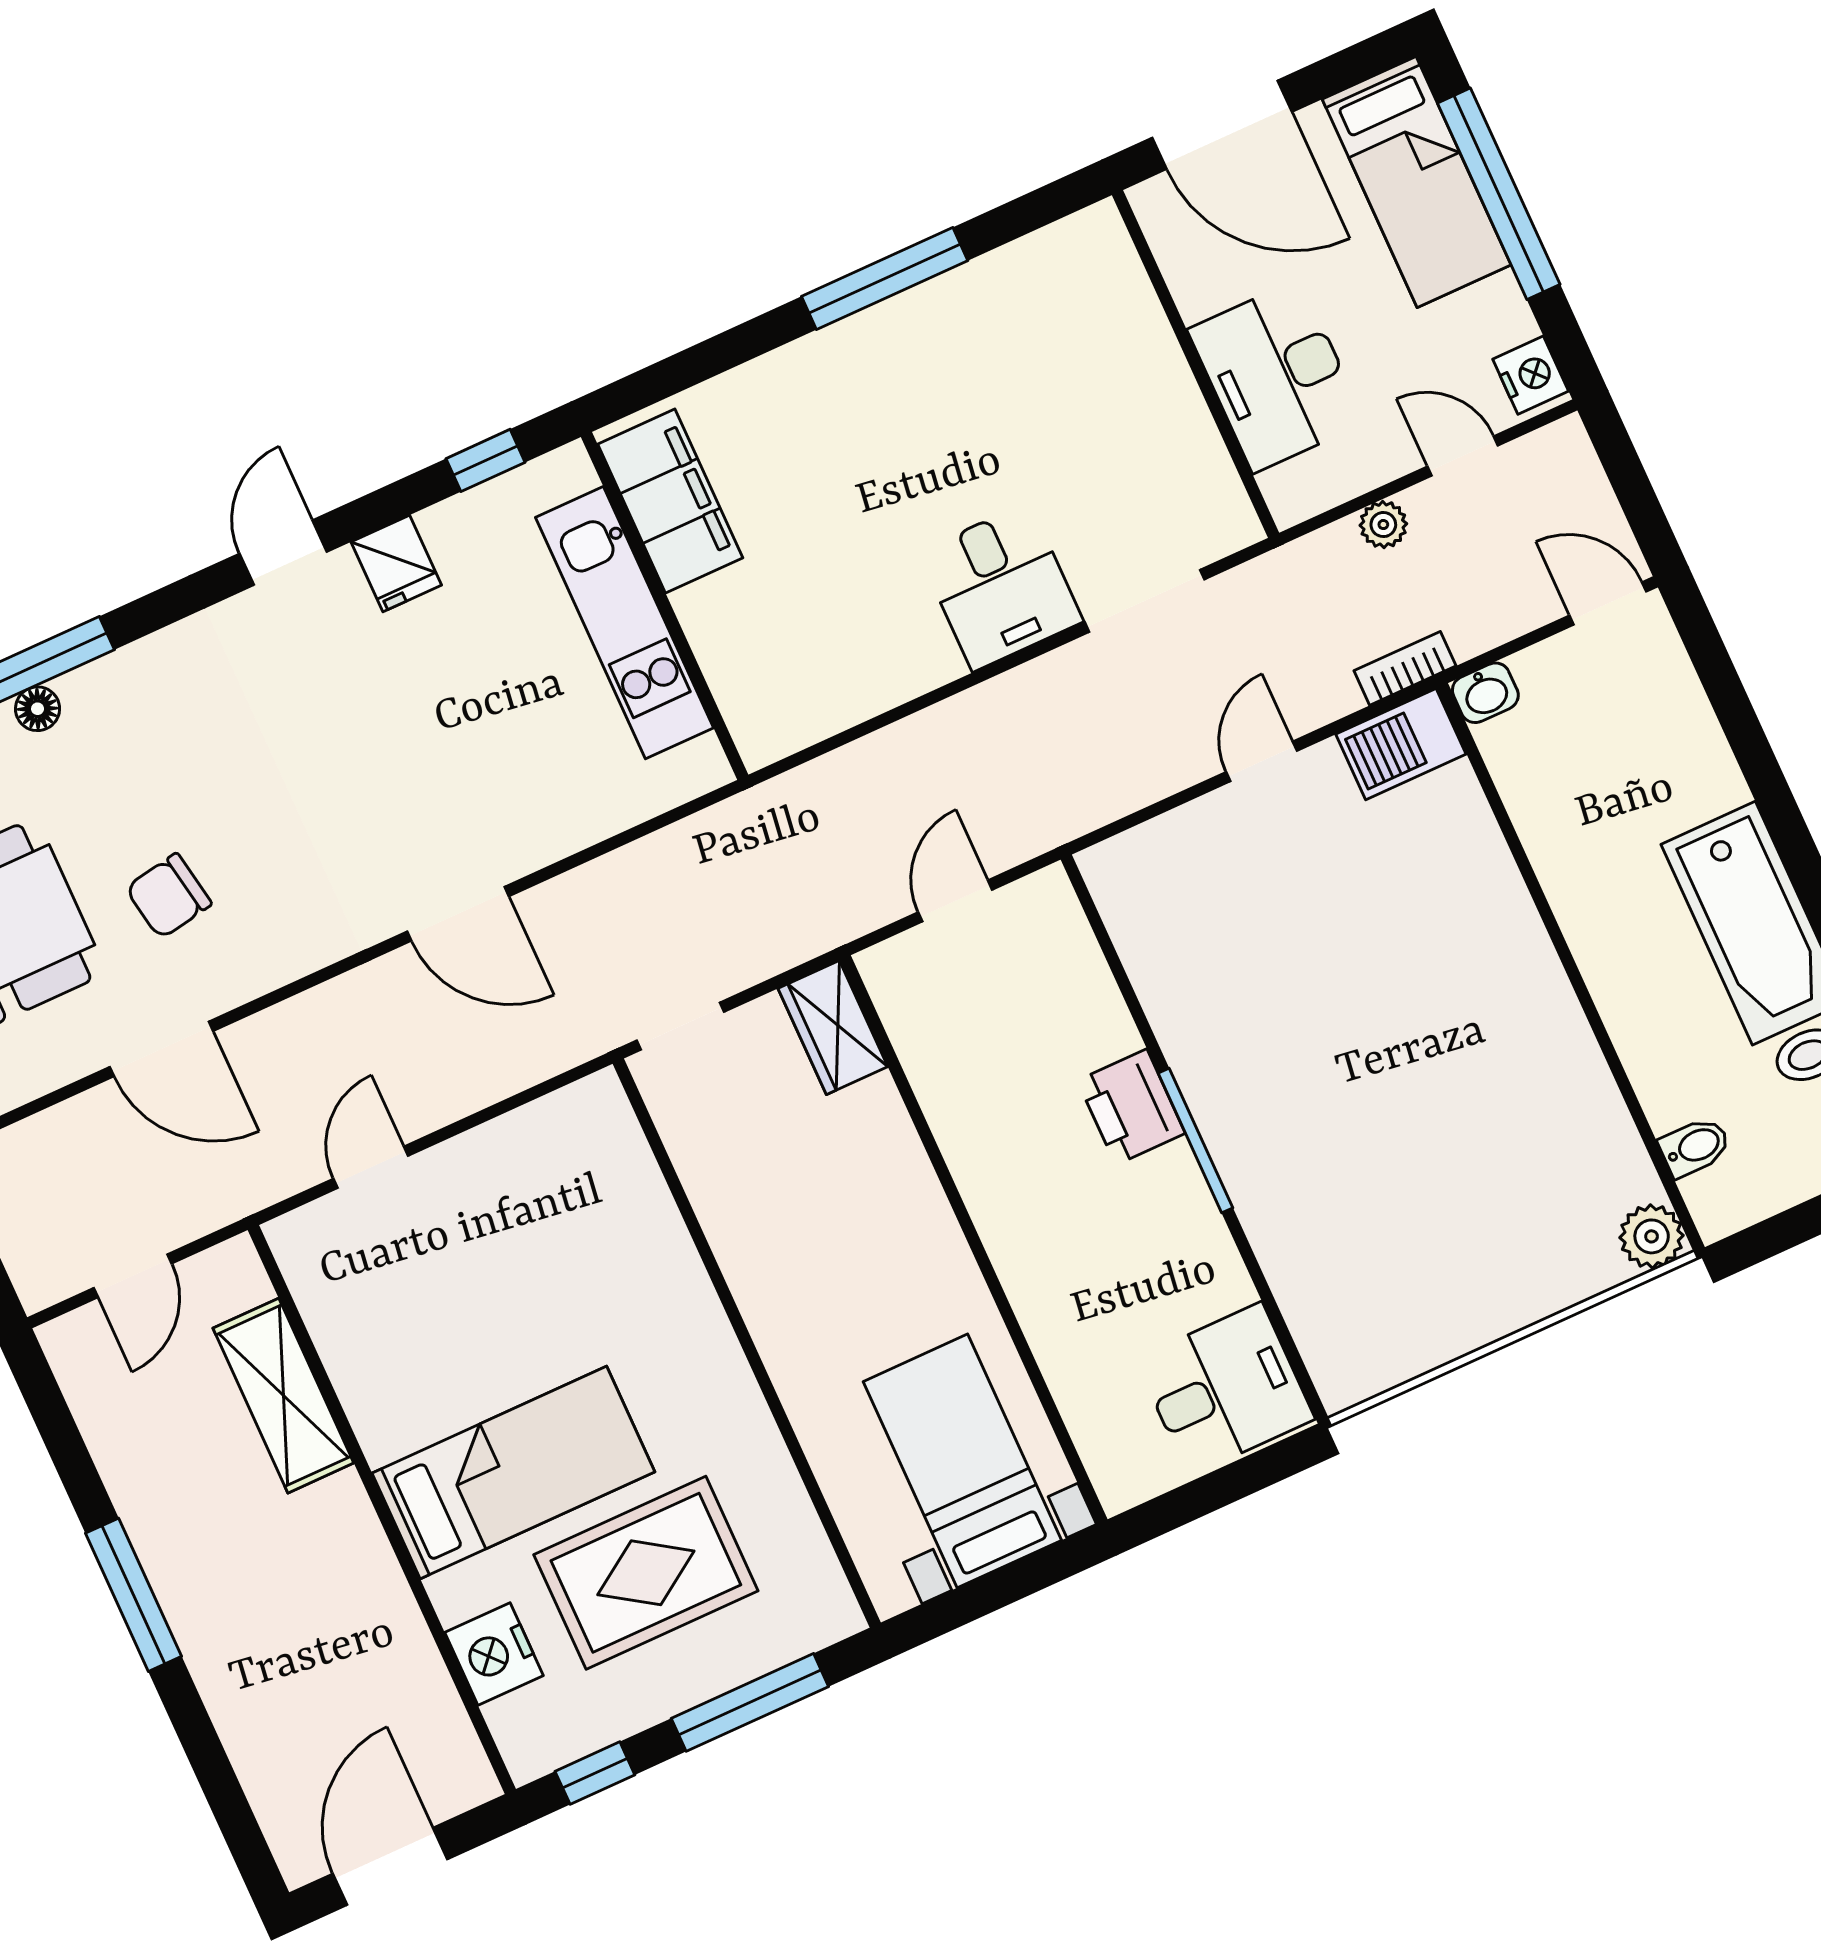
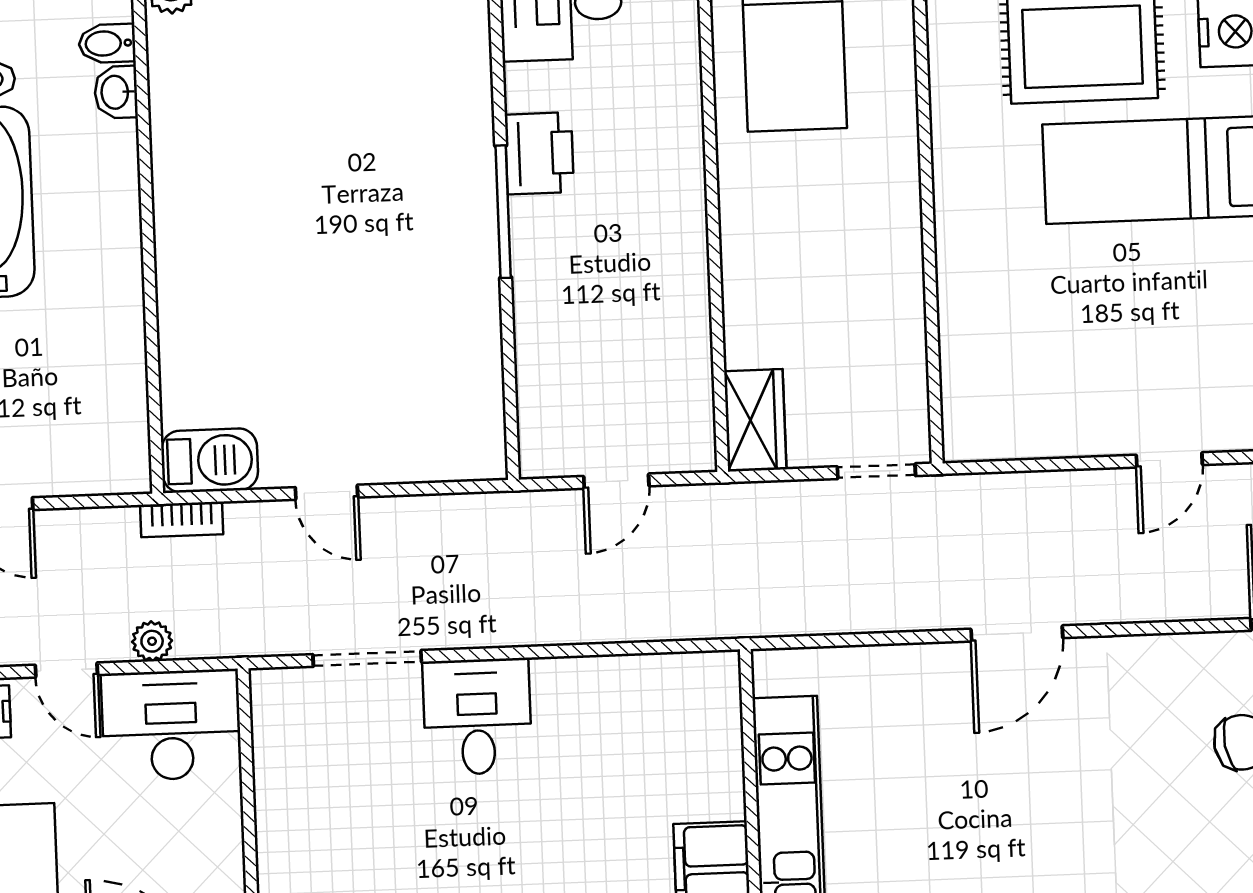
desk: (1276, 376) -> (171, 725), moved, turned -90
washbasin: (1485, 693) -> (116, 92), moved, turned -90
door: (1262, 761) -> (327, 492), hinge flipped
door: (458, 914) -> (1017, 633), swing flipped
printer: (1131, 1107) -> (539, 153), moved

